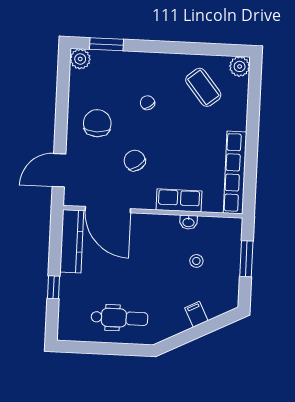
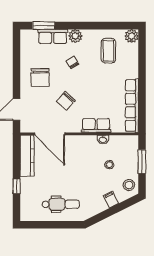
plant: (80, 59) -> (75, 36), moved
row of seats: (119, 61) -> (53, 36), added
coffee table: (203, 87) -> (108, 51), turned 39
chair: (97, 123) -> (40, 77), turned 180
chair: (135, 161) -> (66, 101), turned -103
stool: (225, 293) -> (129, 185), added

